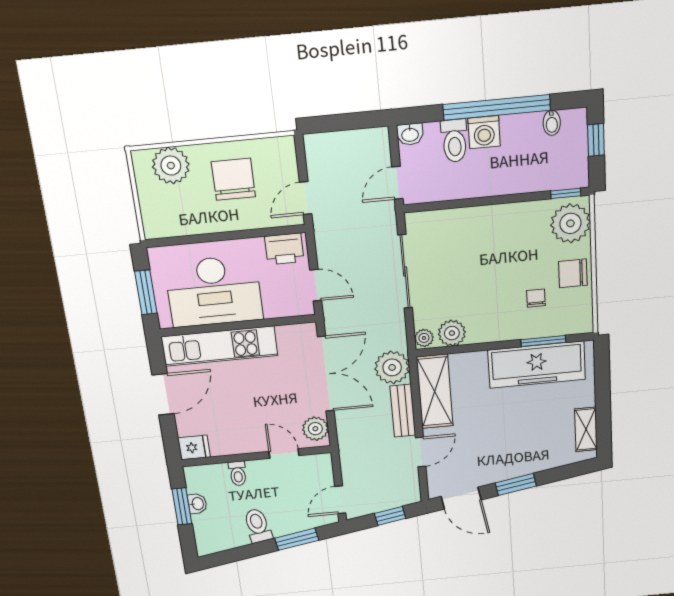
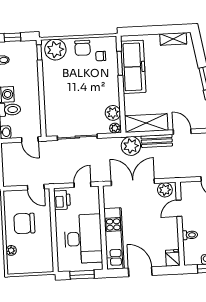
plant: (171, 166) -> (11, 250), width x0.53, depth x0.53
chair: (536, 298) -> (101, 56), moved

